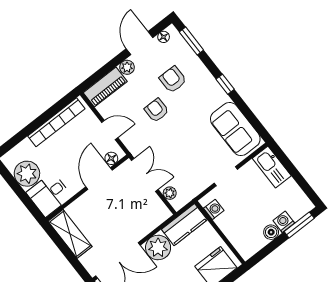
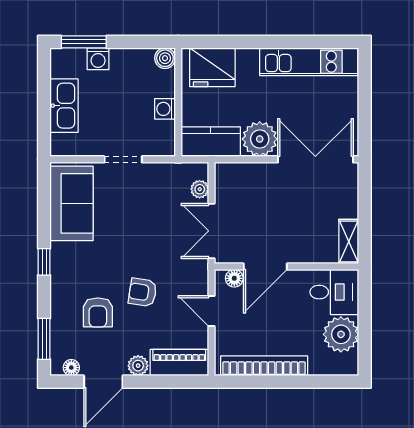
armchair: (157, 110) -> (143, 292), turned 99
kitchen sink: (272, 167) -> (64, 106), moved
washing machine: (214, 209) -> (165, 109), moved
boiler: (271, 232) -> (165, 58), moved
shelving: (70, 234) -> (349, 241), width x0.67, depth x0.75

